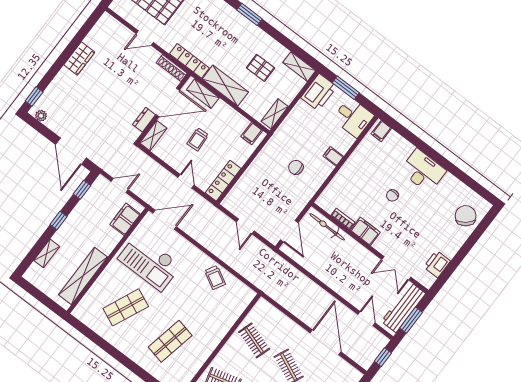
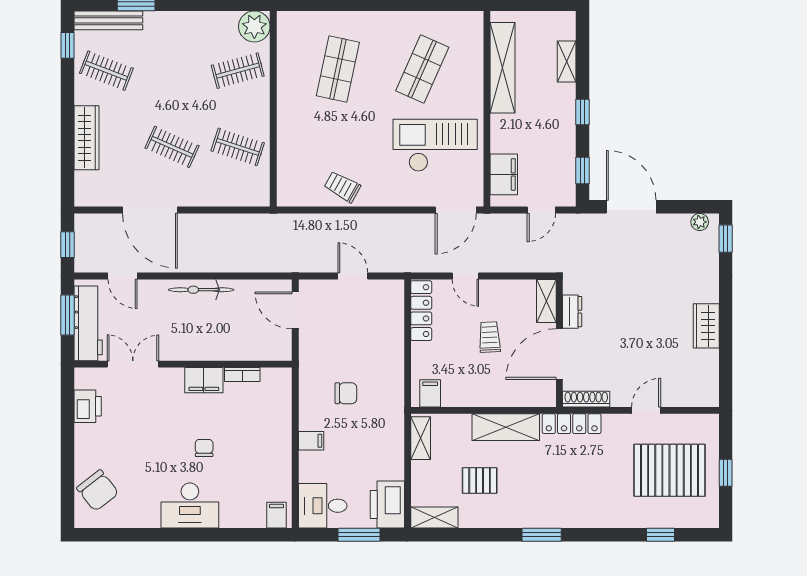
shelving: (203, 94) -> (525, 397), removed
bicycle: (327, 227) -> (201, 290), moved, turned 180

